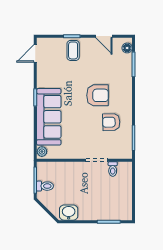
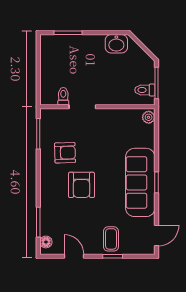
armchair: (98, 95) -> (81, 185), turned -90
sofa: (49, 117) -> (140, 182), moved
toilet: (45, 186) -> (145, 90), moved

